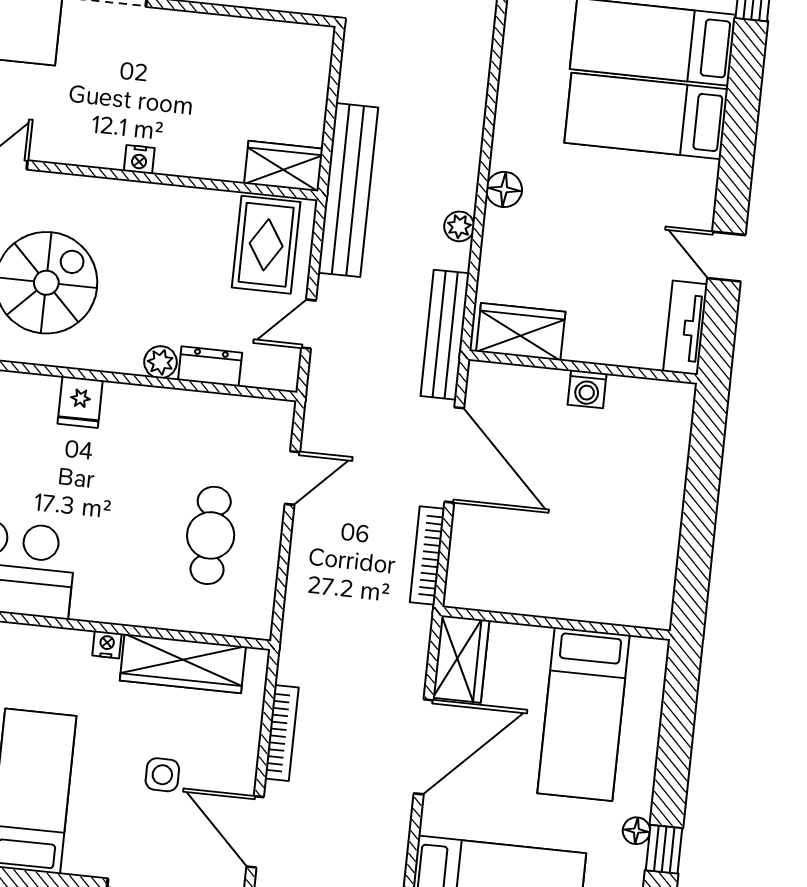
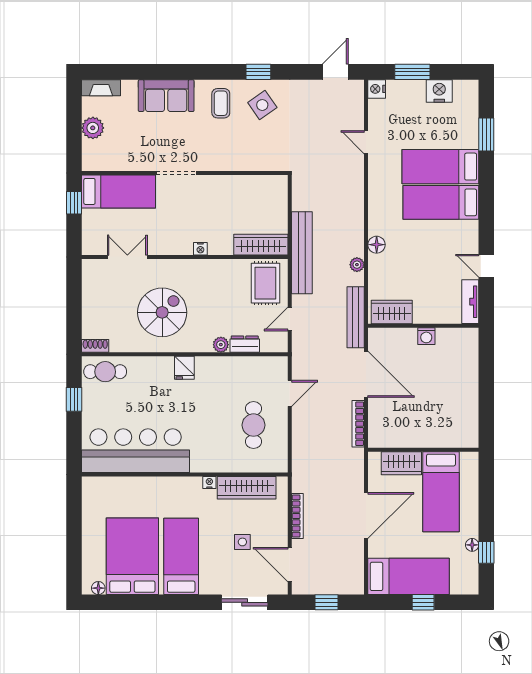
wardrobe: (284, 166) -> (261, 245), width x1.50
wardrobe: (461, 659) -> (401, 463), moved, turned 90

